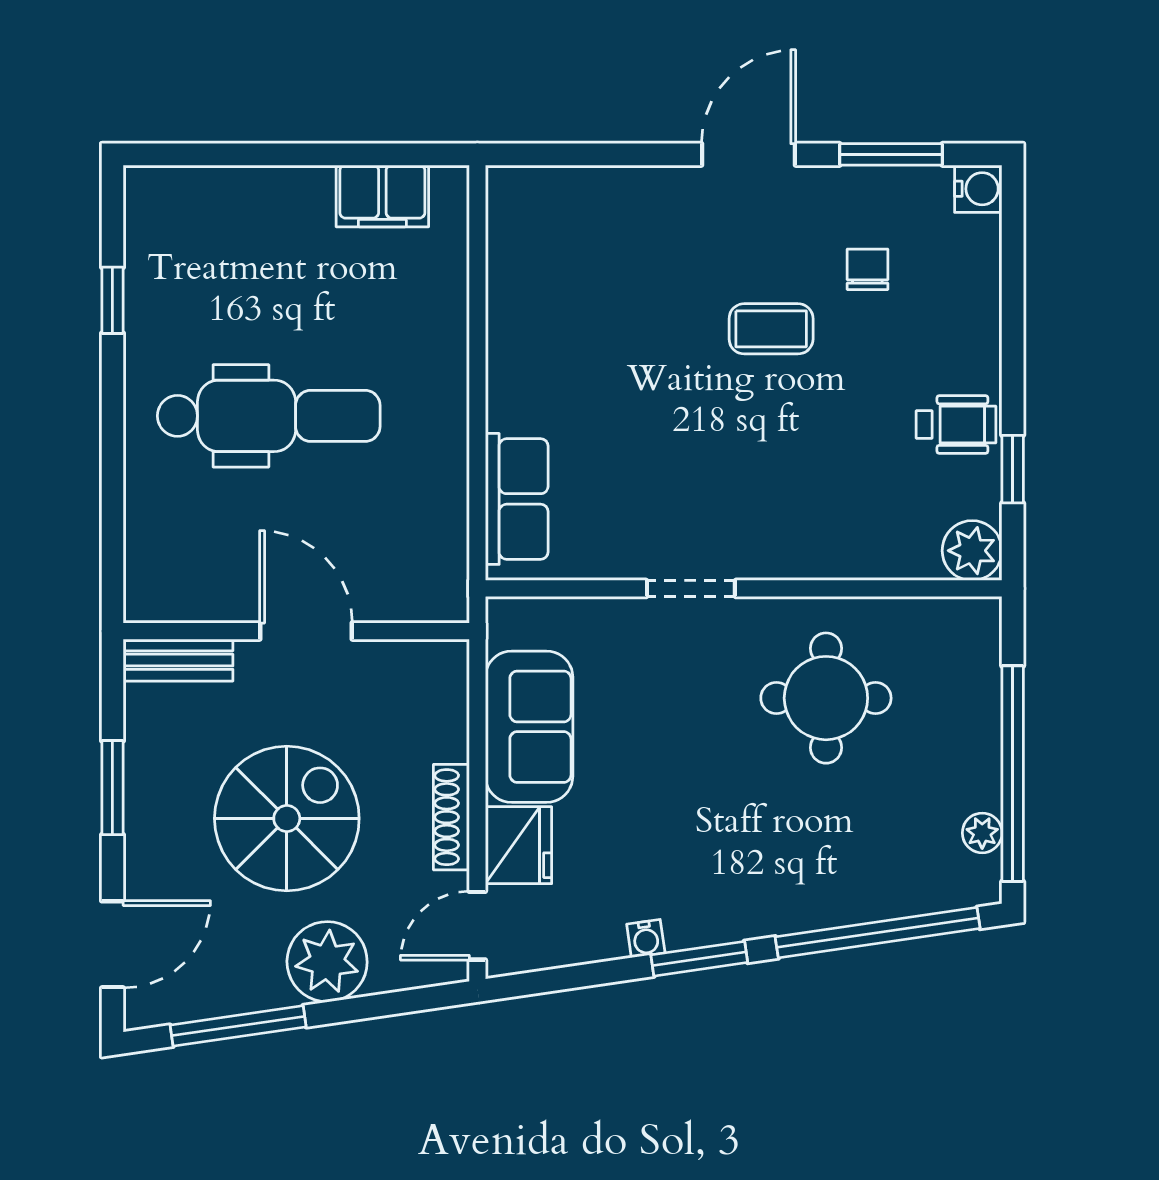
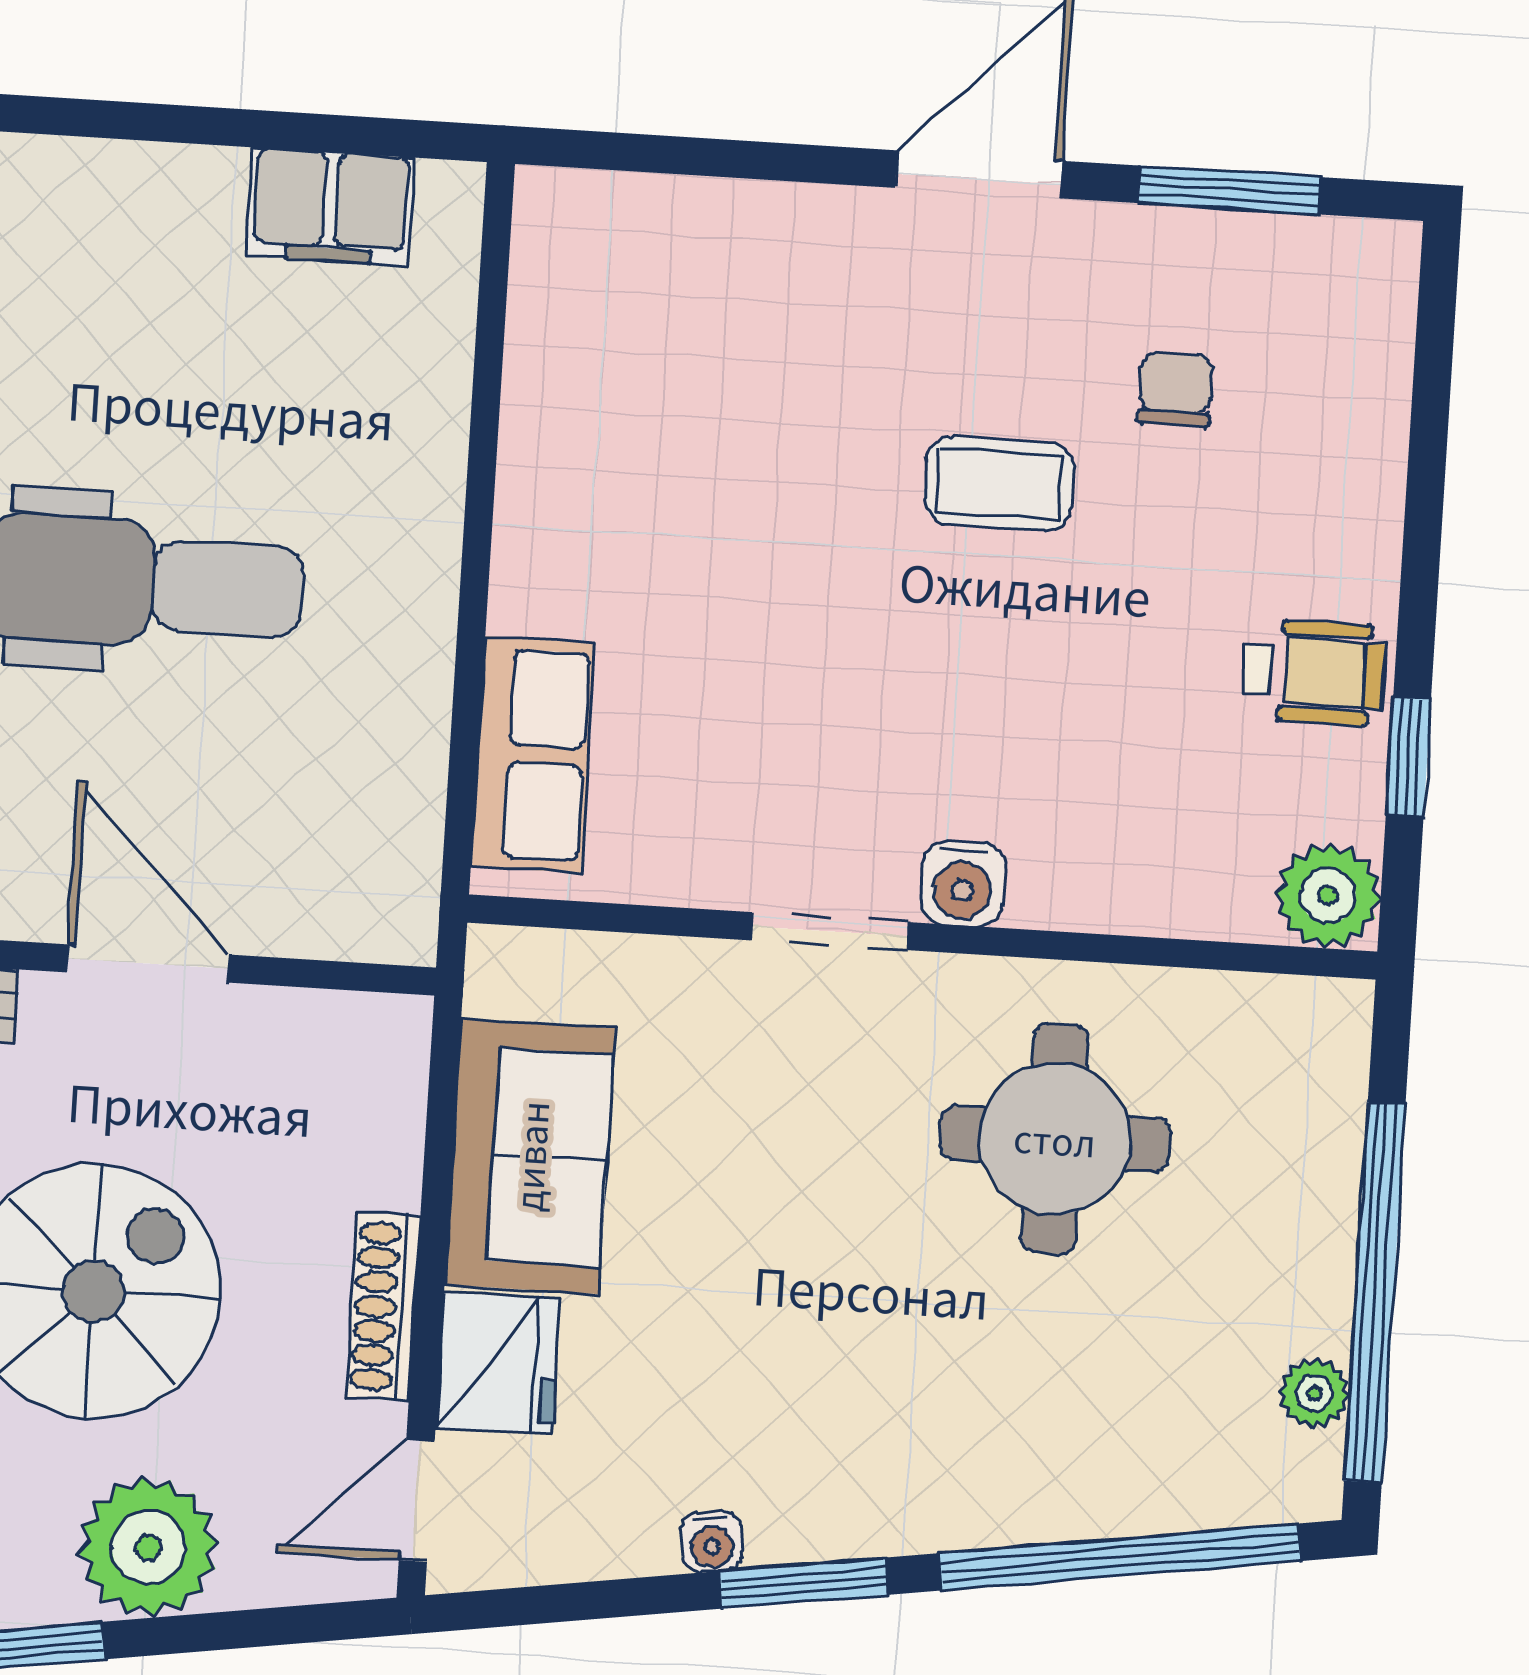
water cooler: (978, 189) -> (963, 884), moved, turned 90

